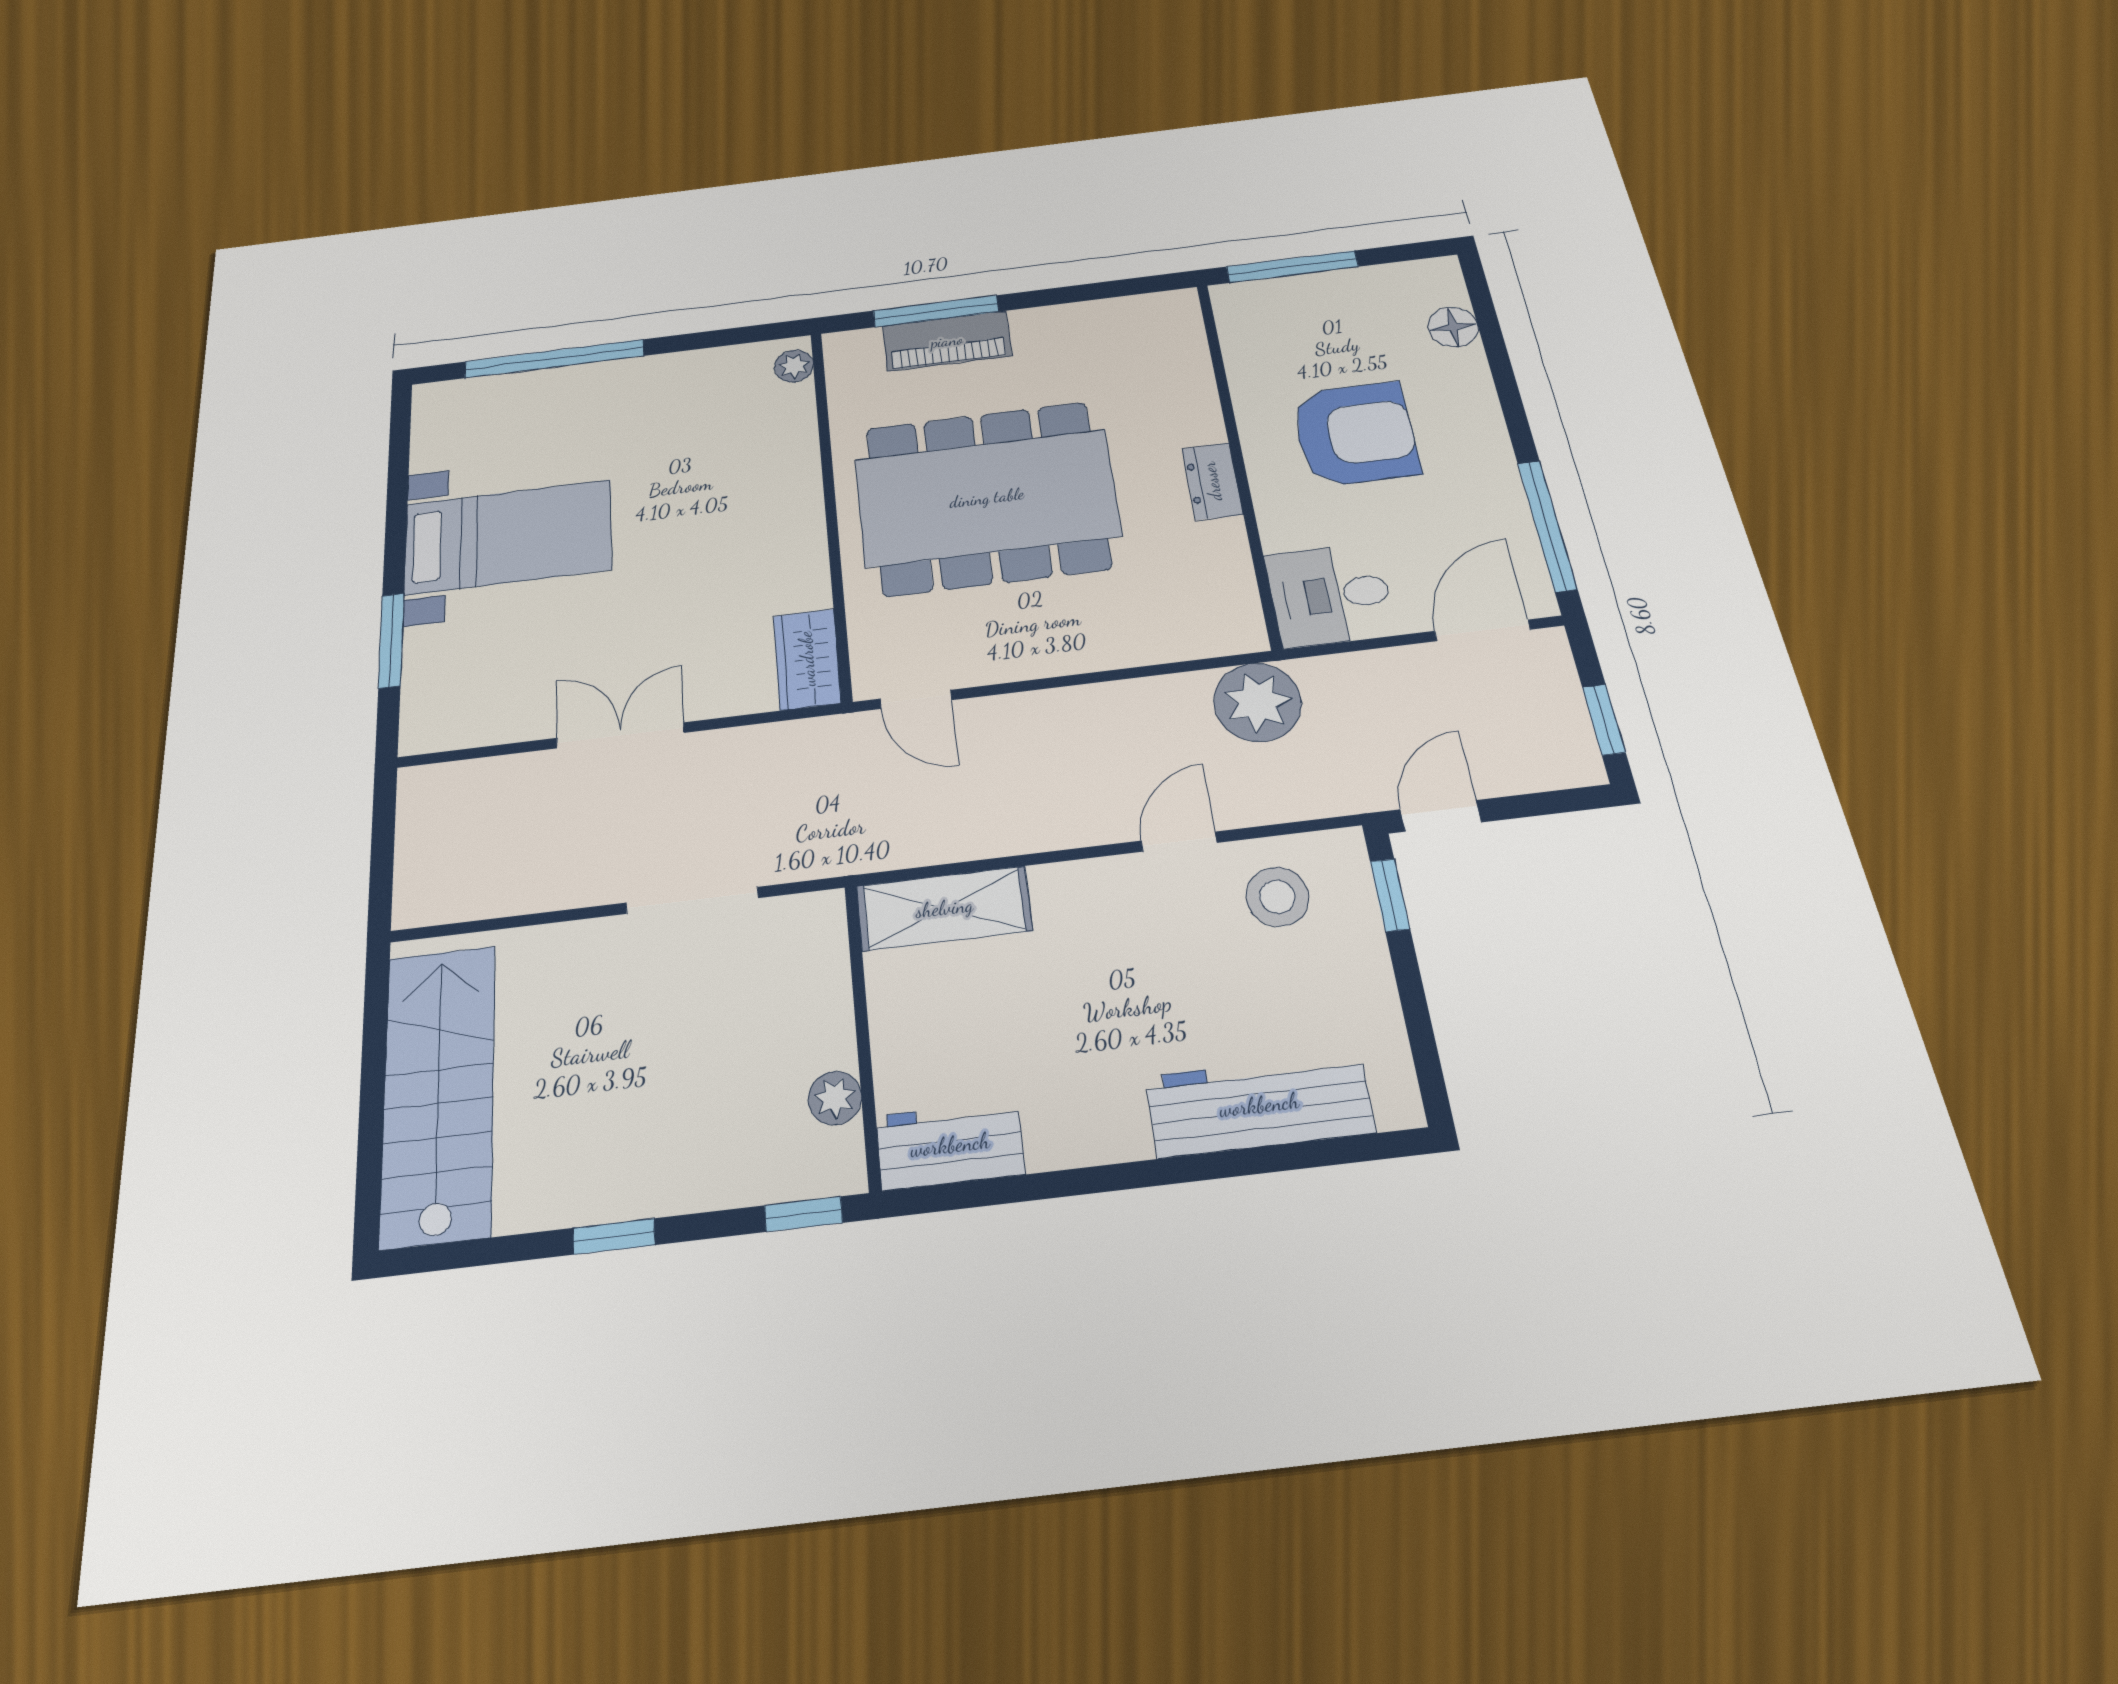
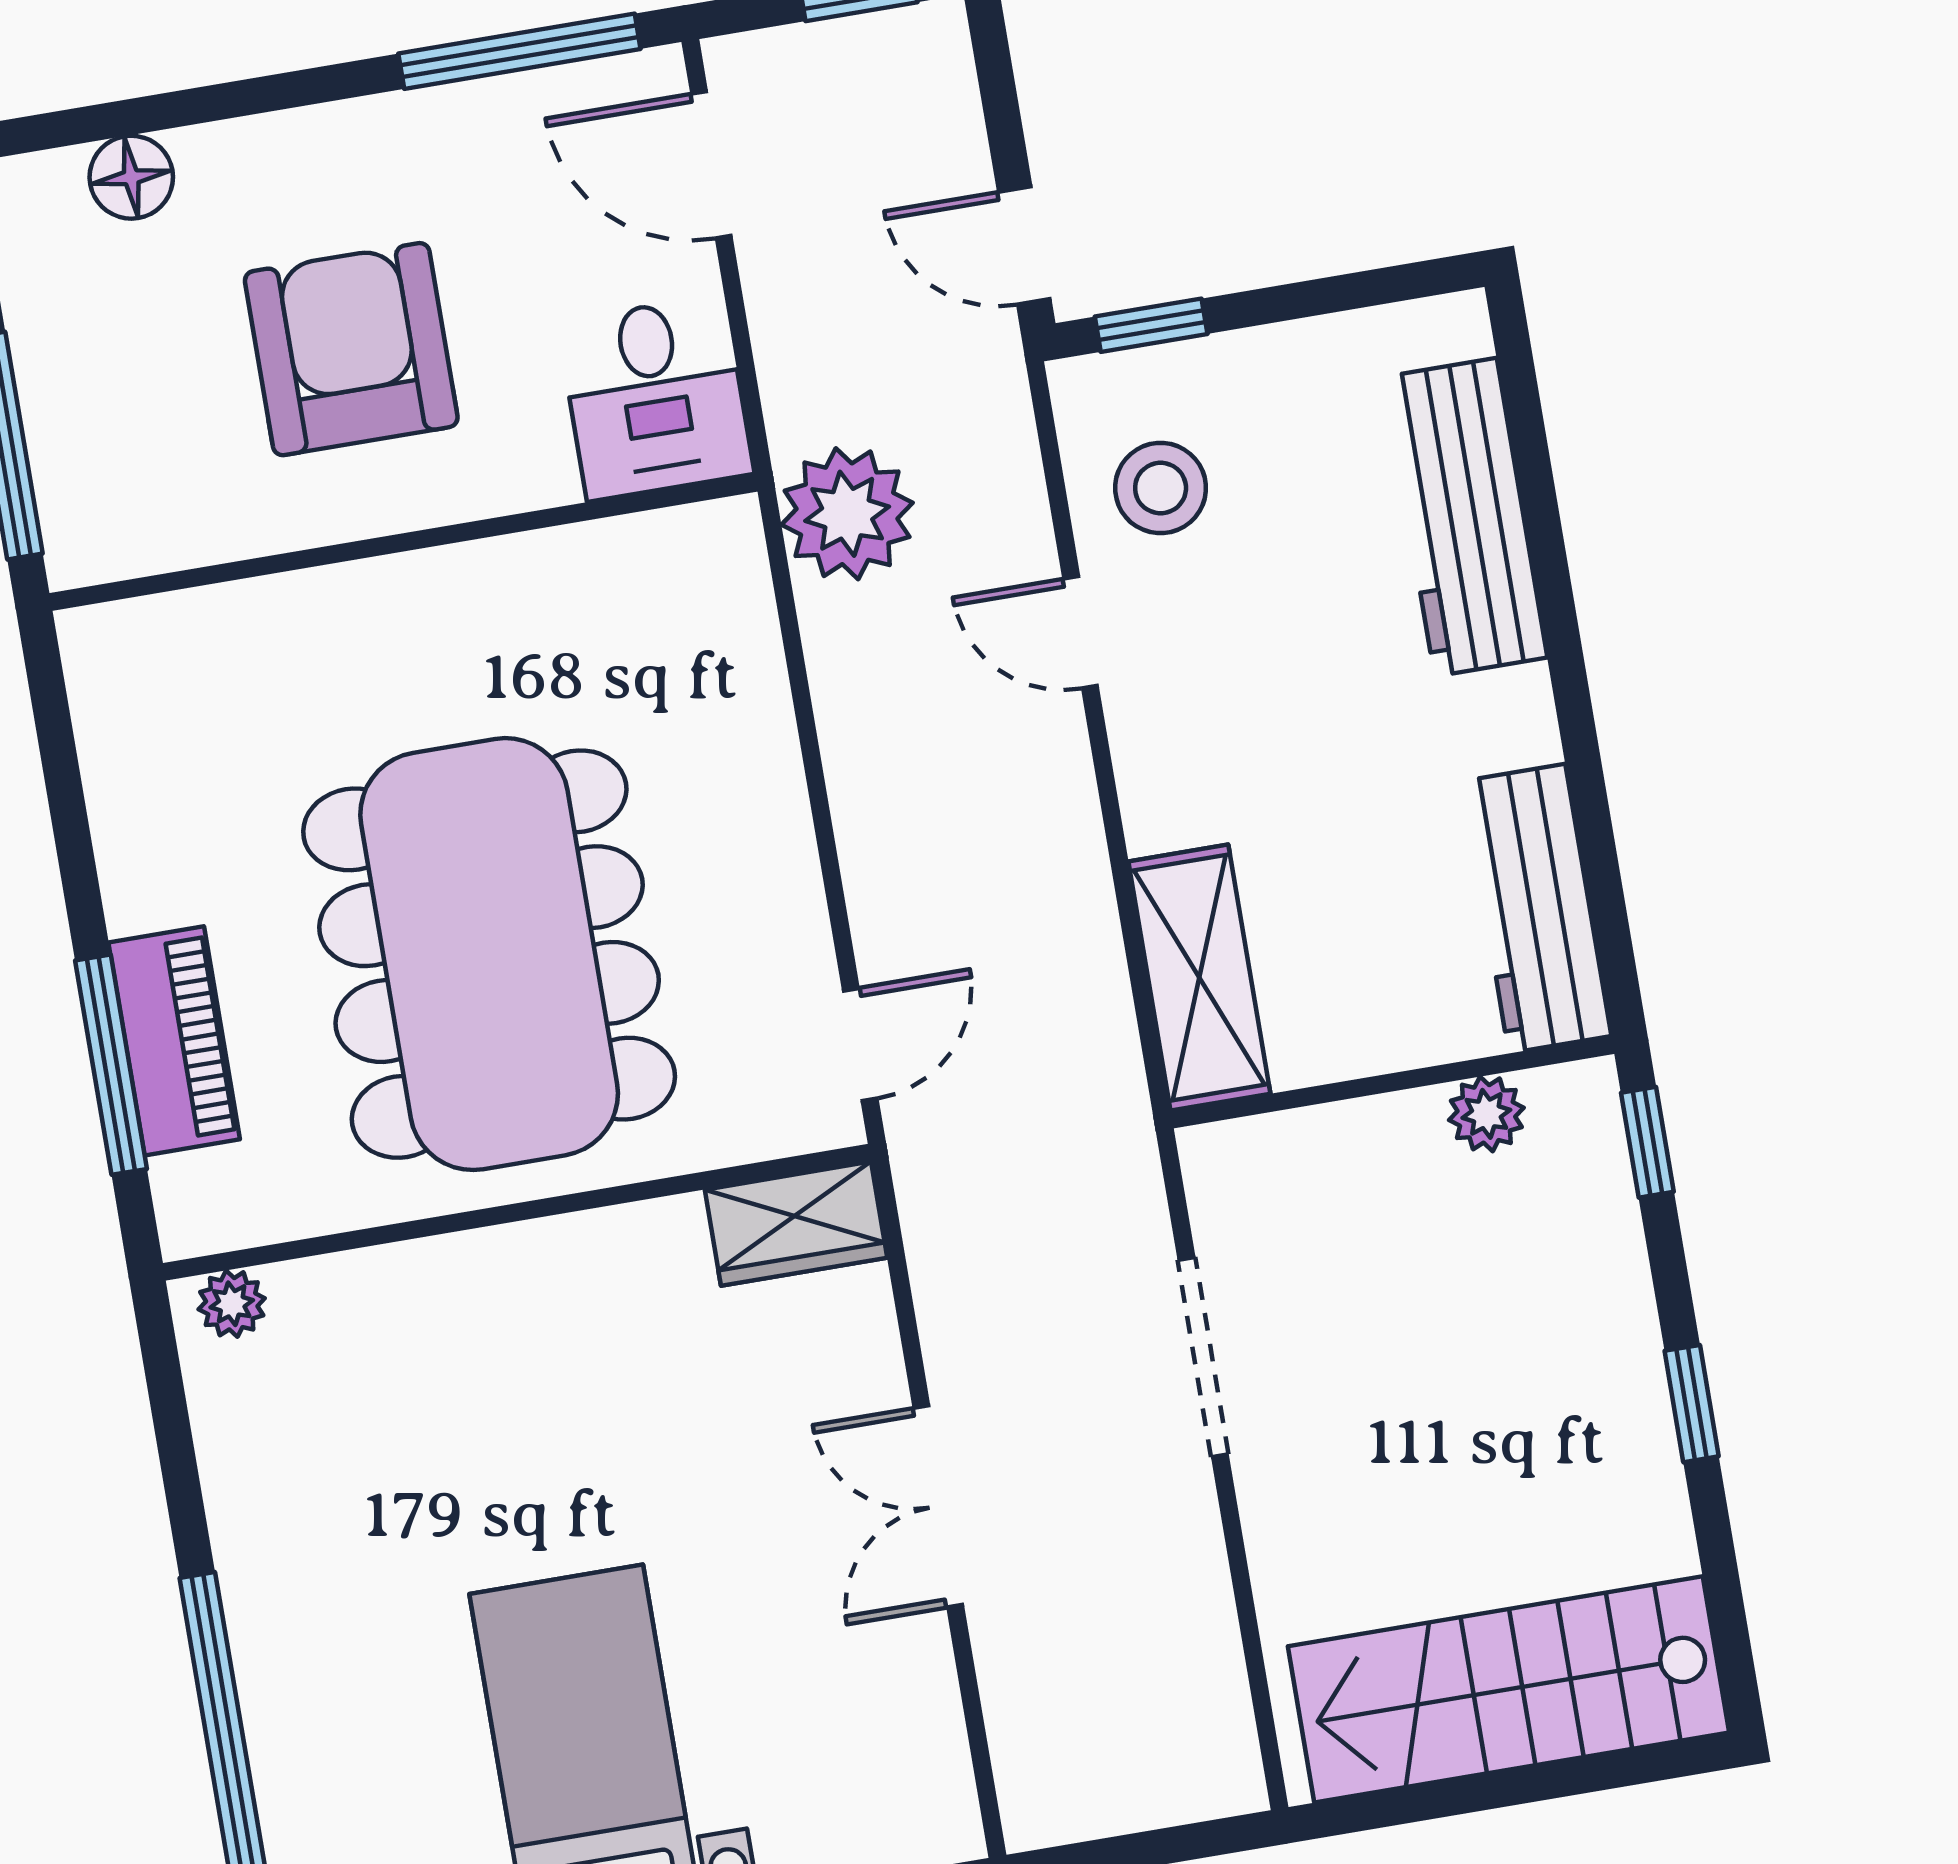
dresser: (1212, 481) -> (449, 583), removed
workbench: (950, 1145) -> (1537, 909), width x1.38

